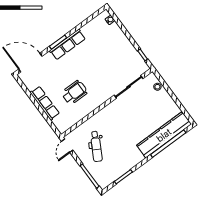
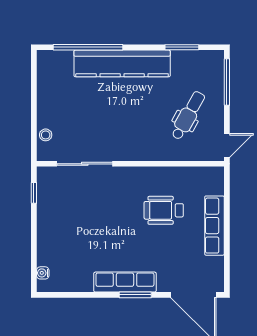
kitchen counter: (164, 135) -> (122, 63), moved

